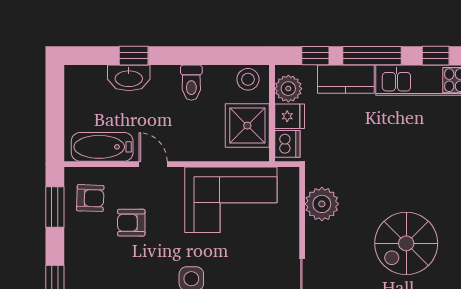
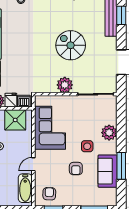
plant: (322, 204) -> (65, 85), moved
armchair: (131, 223) -> (76, 169), moved
spiral stairs: (406, 243) -> (71, 45), turned 180

